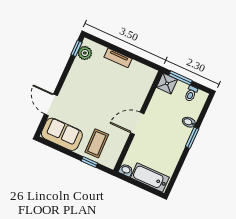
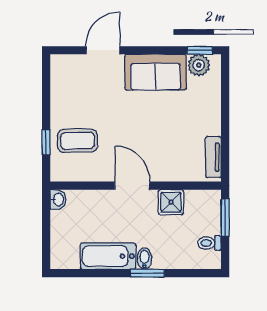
tv unit: (118, 58) -> (213, 157), moved
shower: (167, 83) -> (171, 202), moved
bidet: (189, 122) -> (144, 259), moved
sofa: (62, 134) -> (156, 72), moved, turned 90
bathtub: (150, 178) -> (108, 256), moved, turned -90

